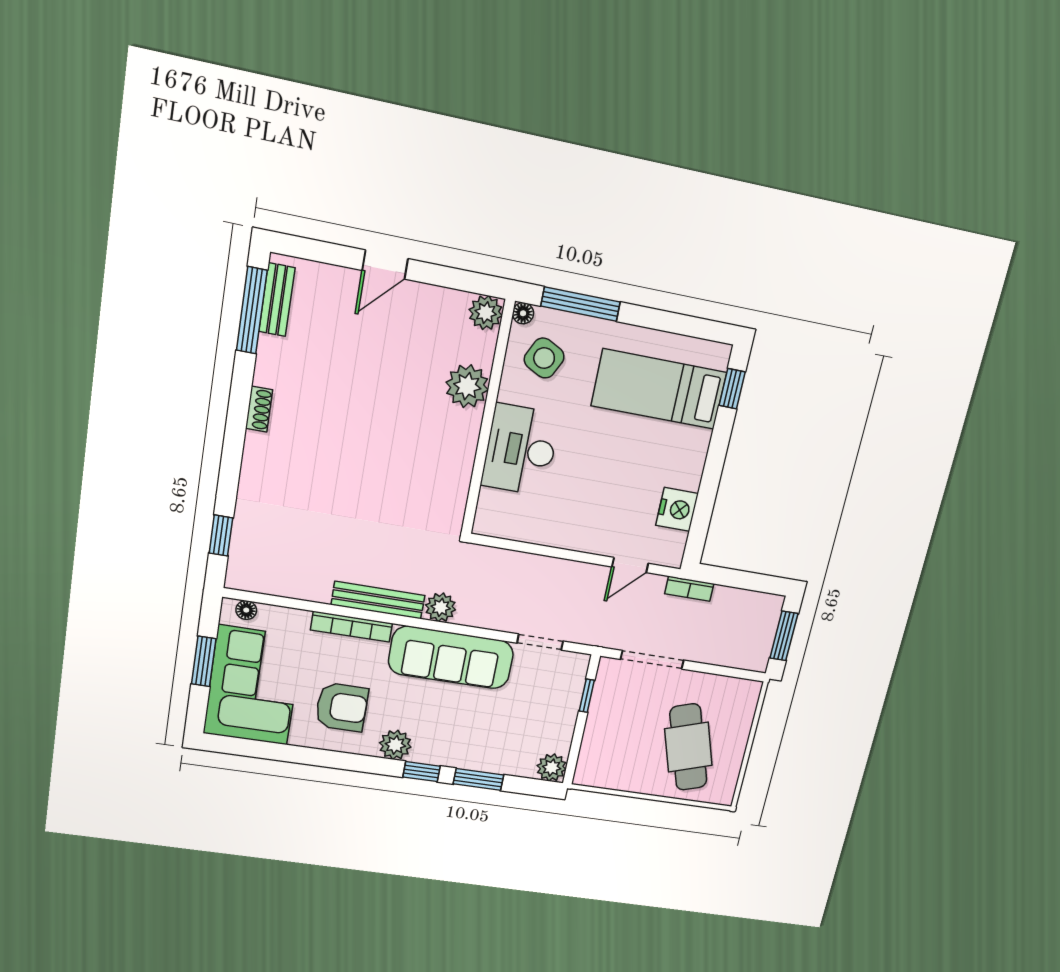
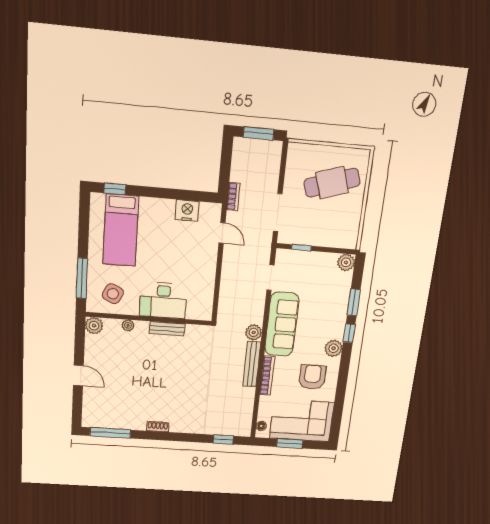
bench: (277, 300) -> (167, 329), moved
floor lamp: (523, 313) -> (91, 307), removed
plant: (467, 386) -> (128, 325), width x0.53, depth x0.53

